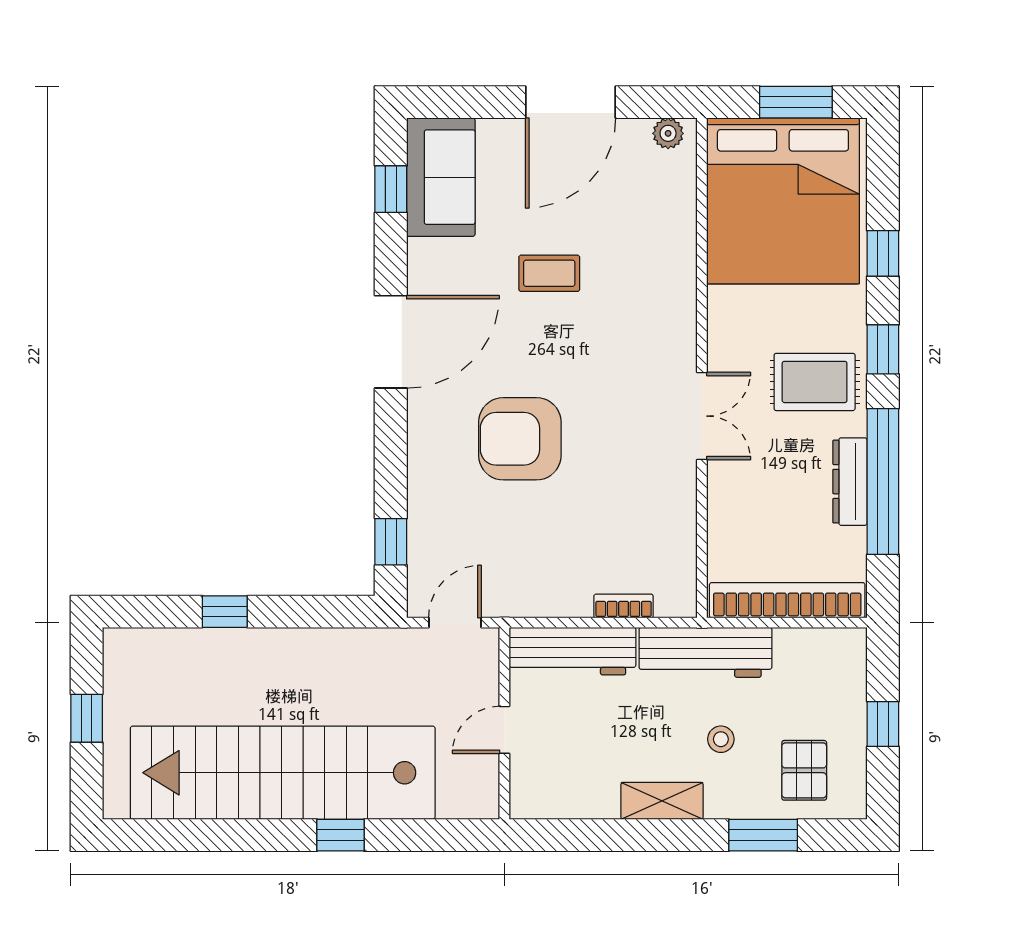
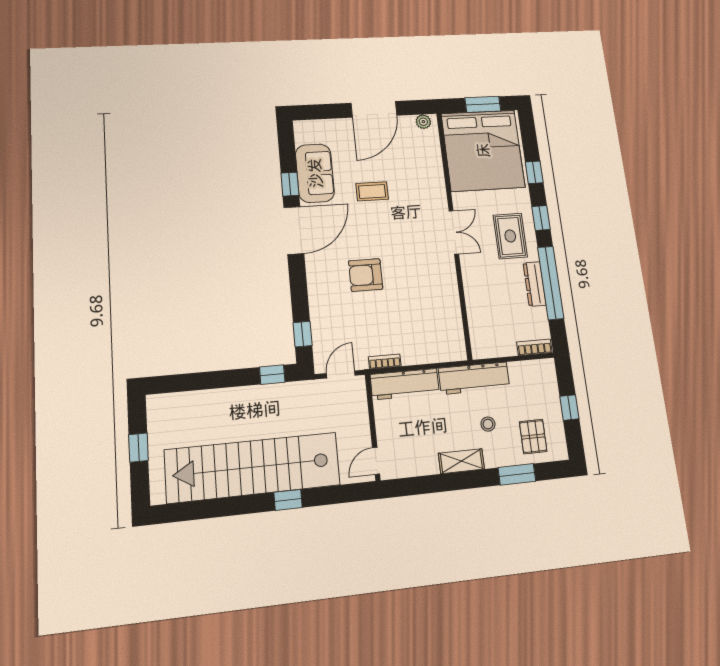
sofa: (441, 177) -> (315, 173), moved
window: (391, 189) -> (290, 184), moved
rug: (815, 382) -> (510, 236), turned 90
double door: (702, 416) -> (454, 232), moved
armchair: (520, 439) -> (366, 275), width x0.73, depth x0.73
bookcase: (787, 600) -> (534, 347), width x0.43, depth x0.76
bookcase: (624, 606) -> (385, 361), moved
window: (225, 612) -> (272, 375), moved
door: (504, 730) -> (376, 461), moved

